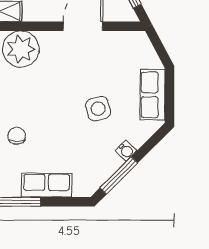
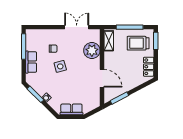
side table: (98, 109) -> (60, 66), moved

